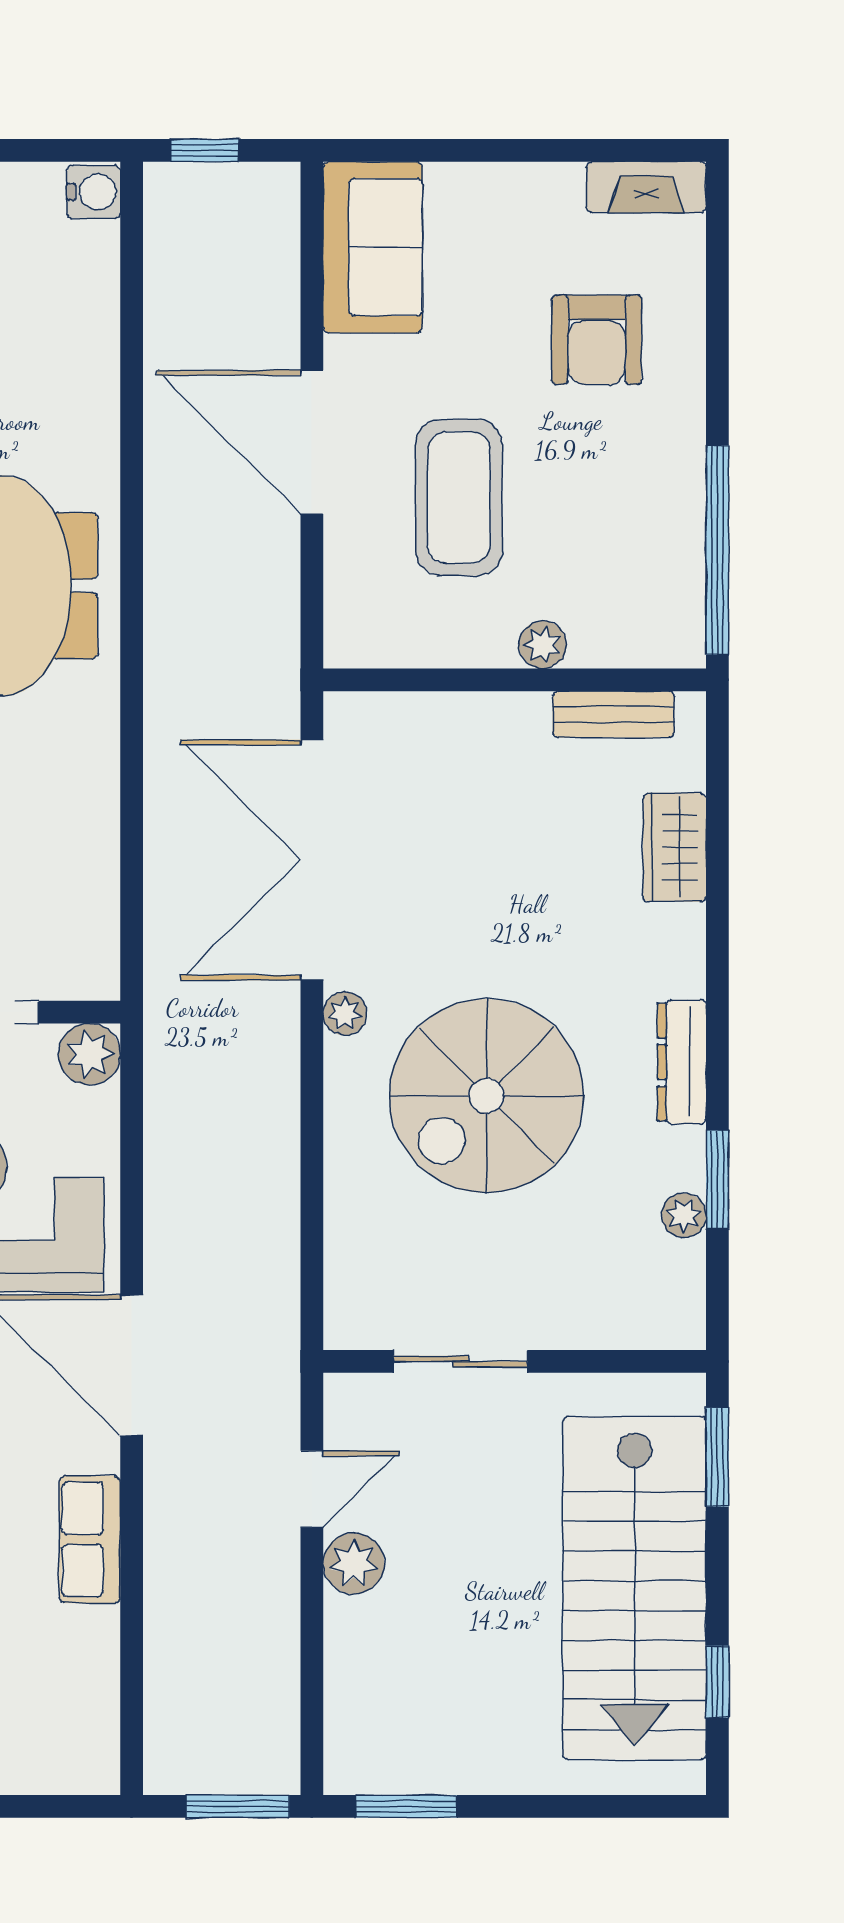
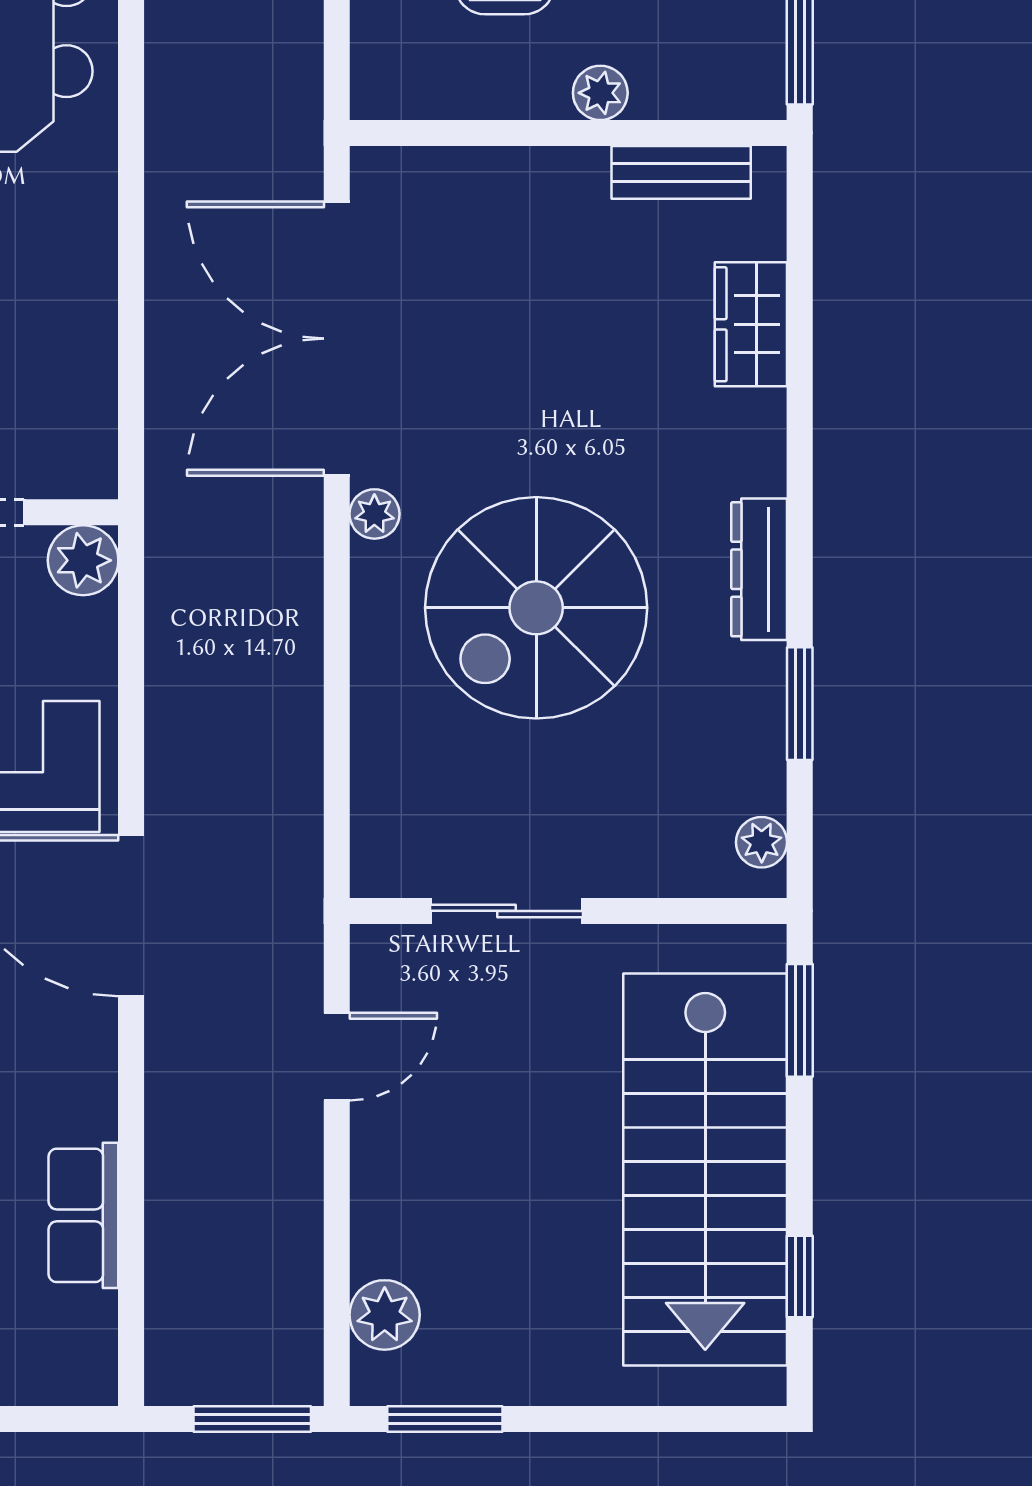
plant: (684, 1215) -> (762, 842), moved
row of seats: (90, 1539) -> (83, 1215), moved
plant: (354, 1564) -> (385, 1315), moved

